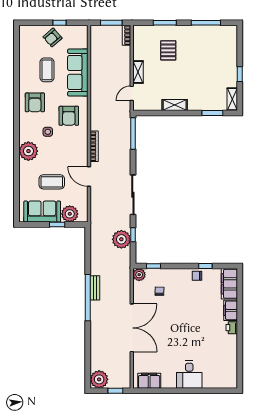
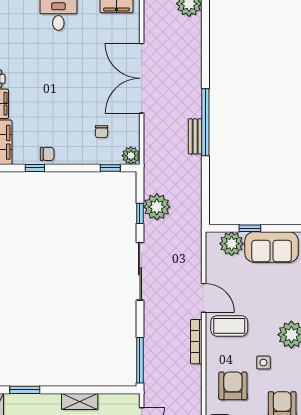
coffee table: (52, 182) -> (229, 326), moved

